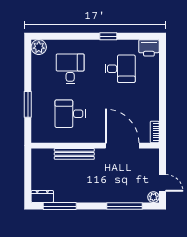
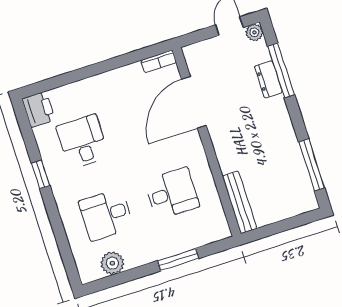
plant: (39, 47) -> (112, 263), moved
desk: (70, 114) -> (172, 193), turned -90
bench: (74, 154) -> (239, 202), moved
dresser: (42, 196) -> (268, 79), moved

